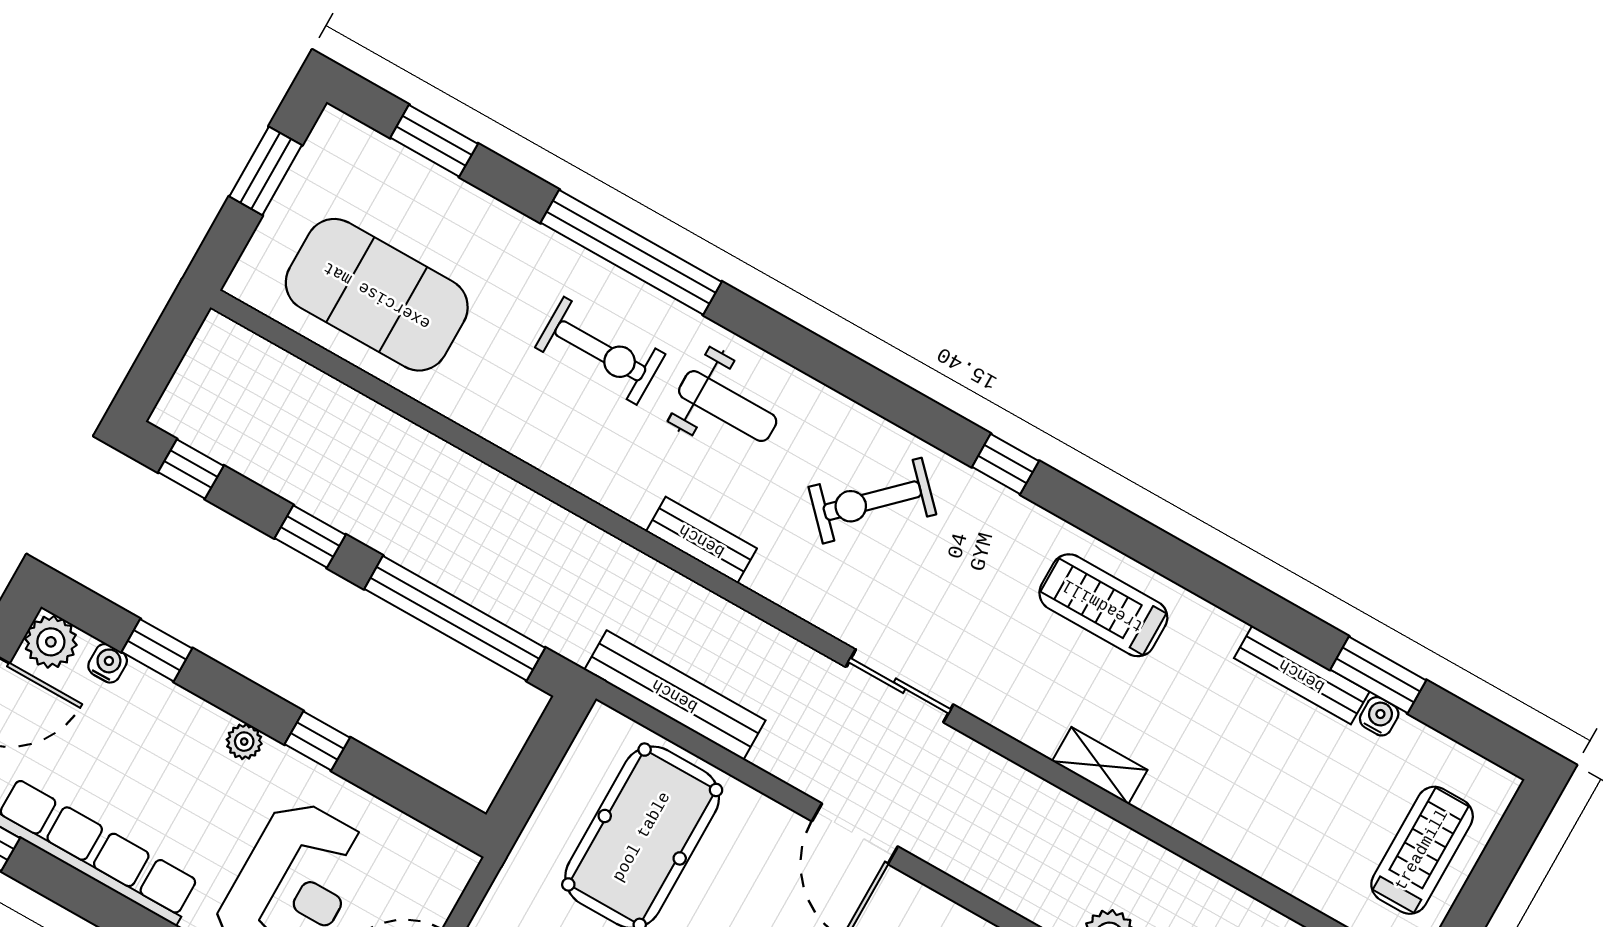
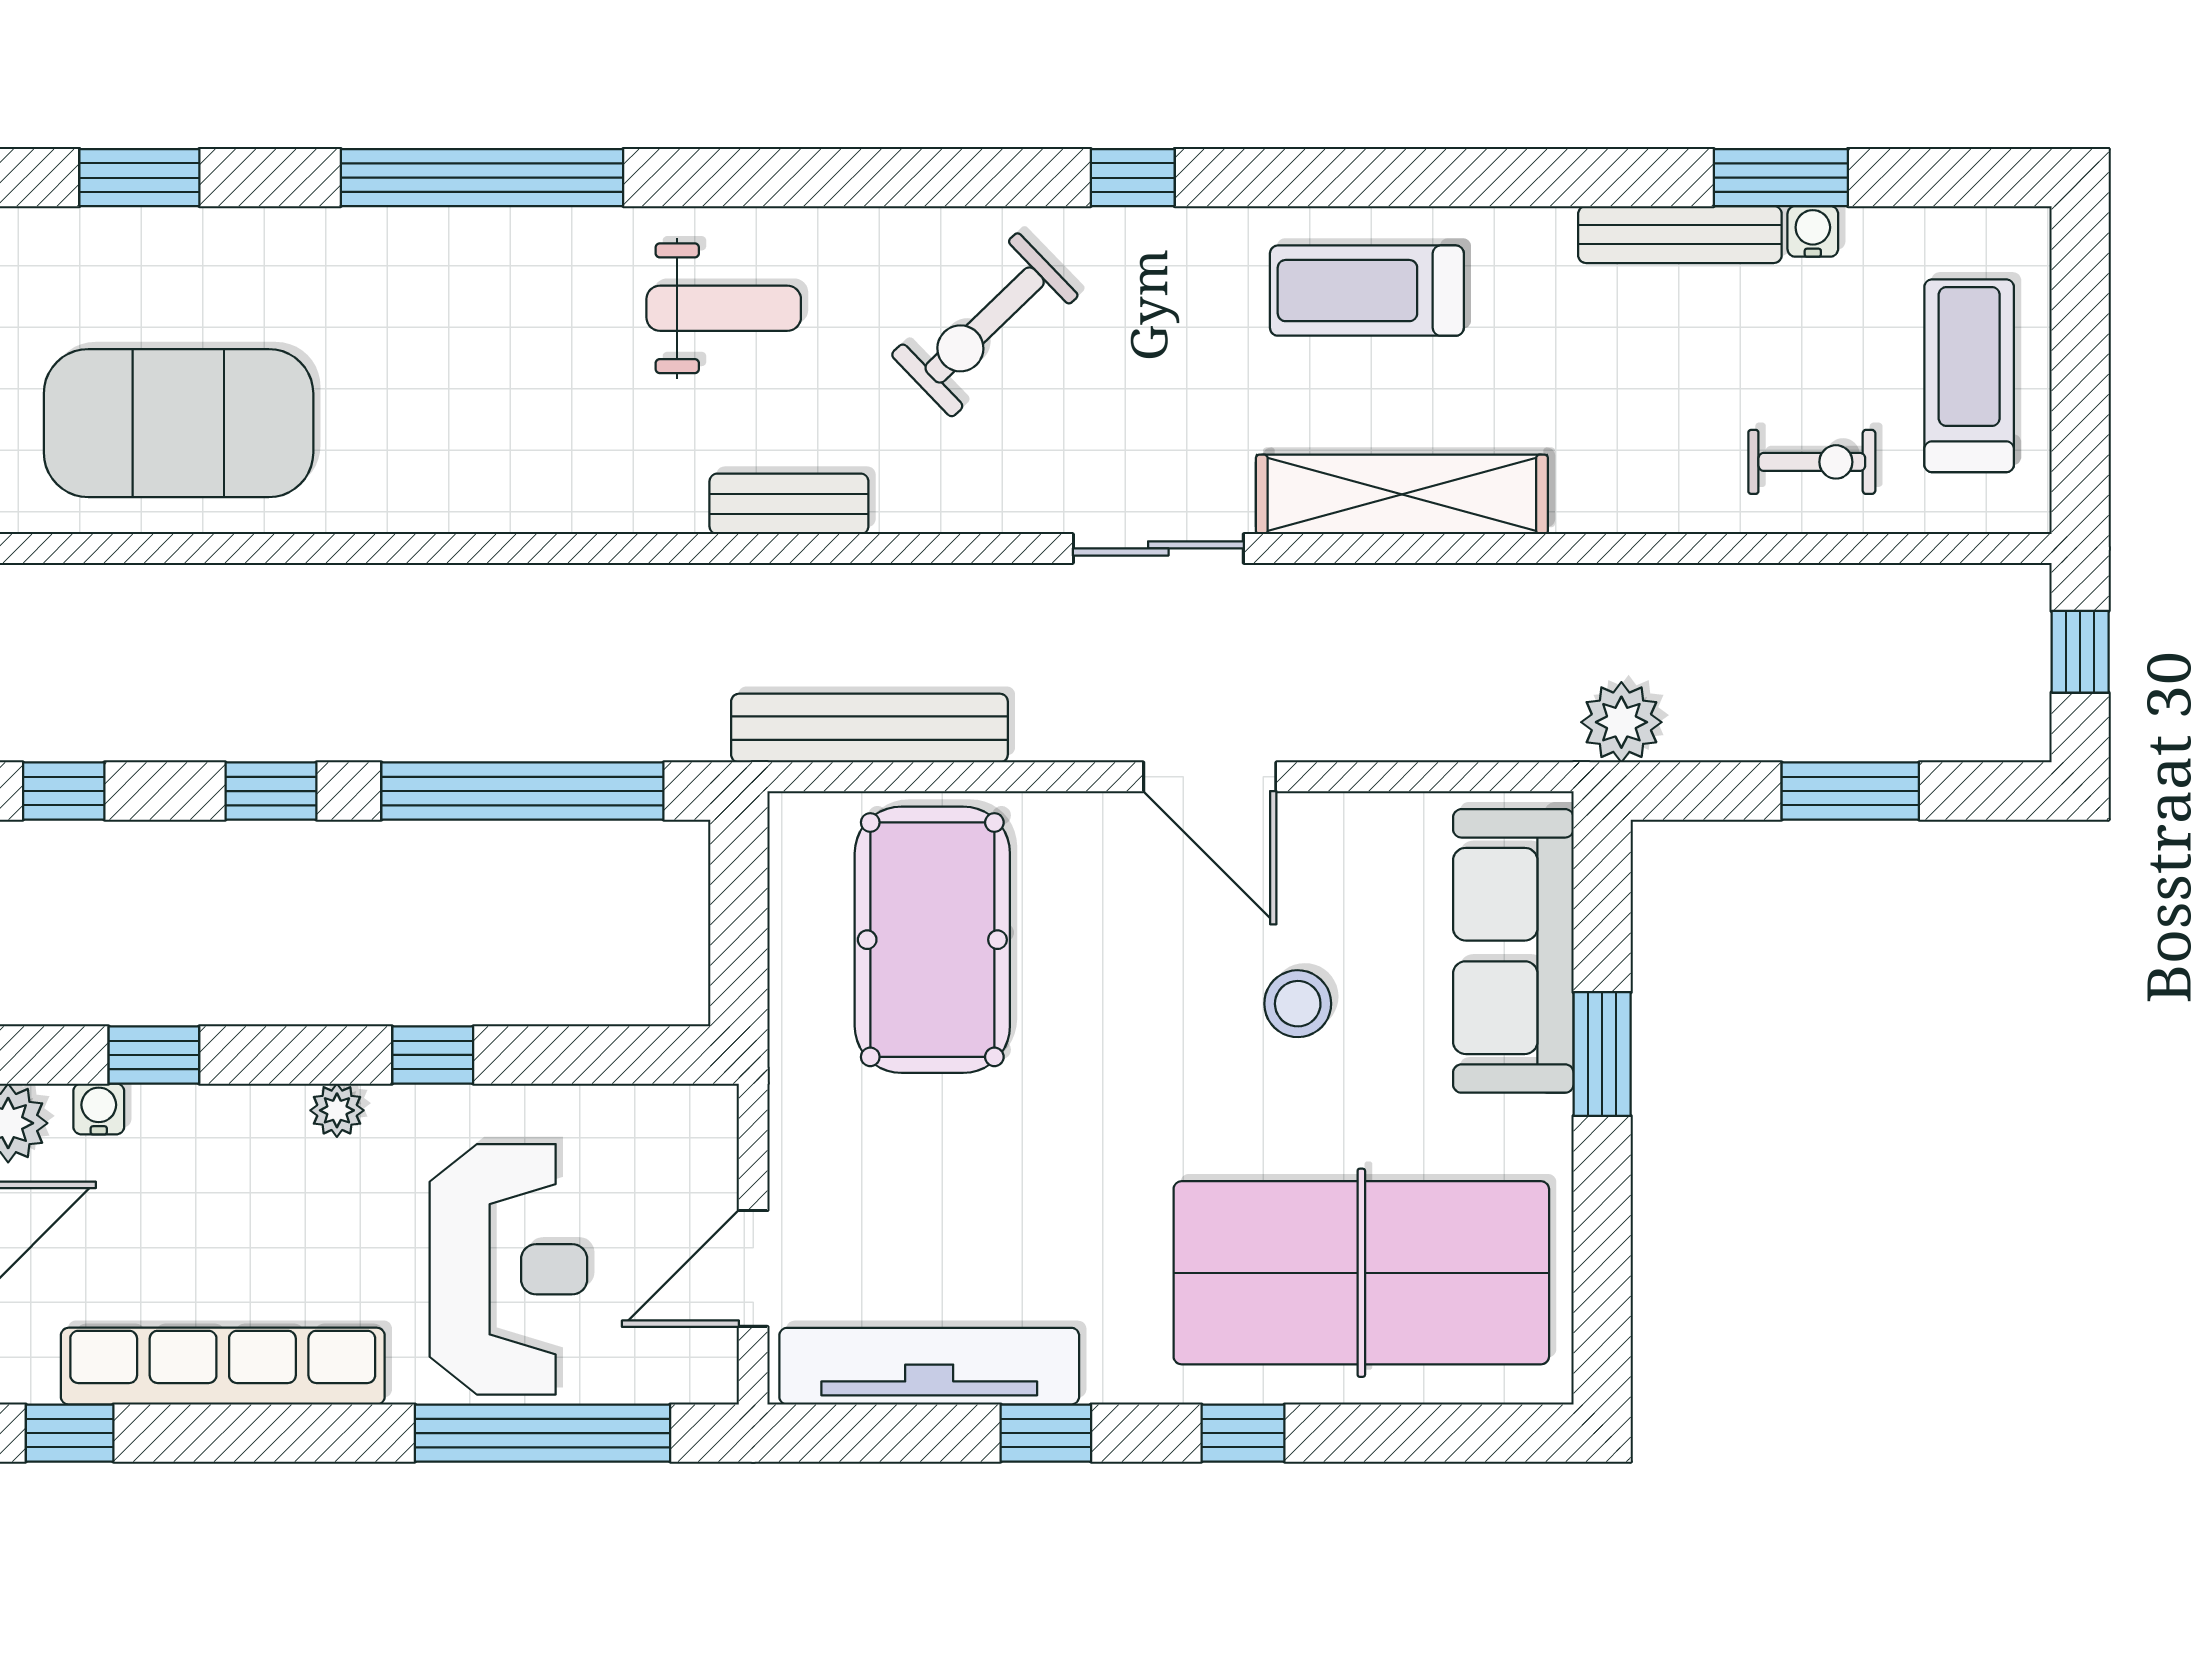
exercise bike: (600, 351) -> (1812, 462), moved, width x0.73, depth x0.72
shelving: (1100, 766) -> (1402, 494), width x2.20, depth x1.33

